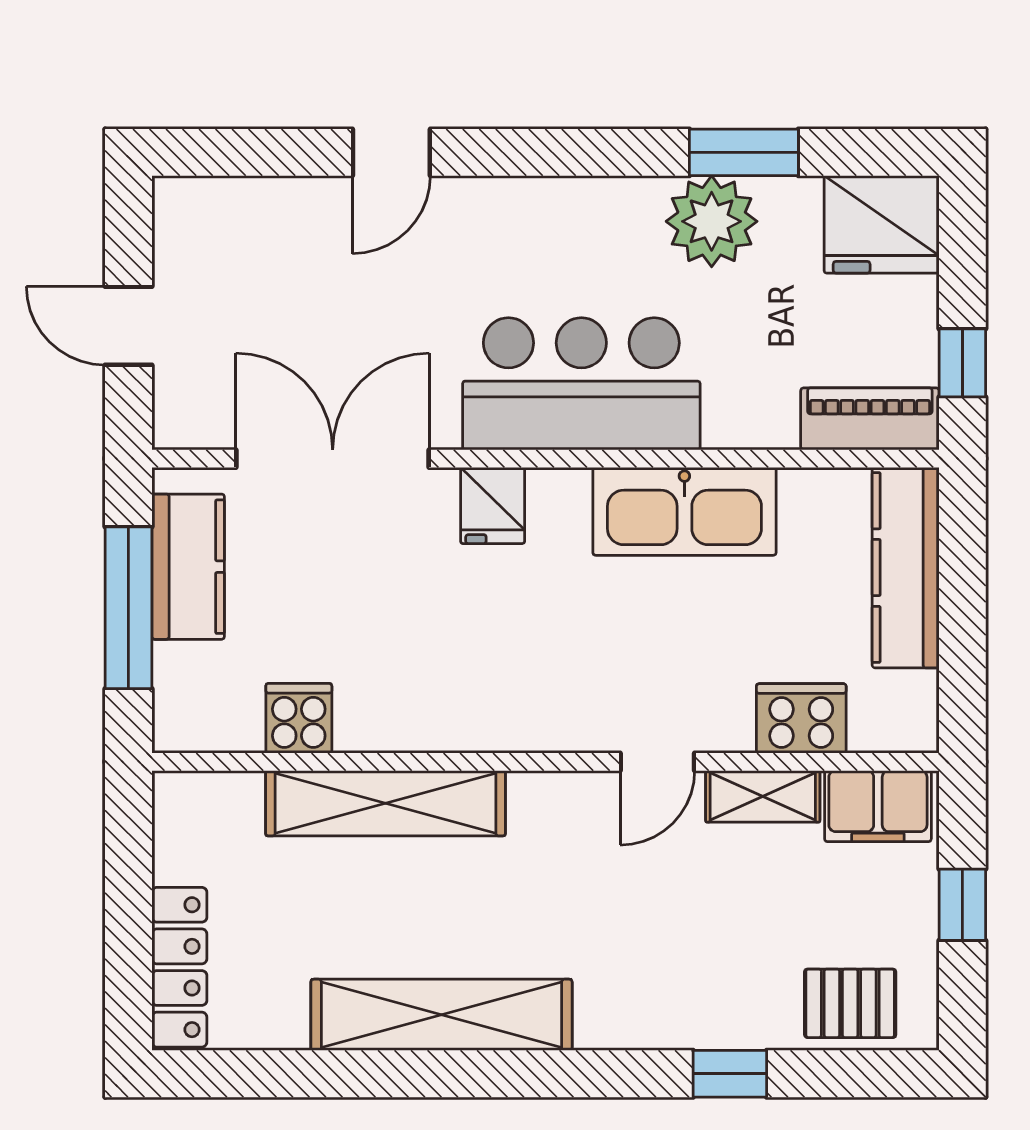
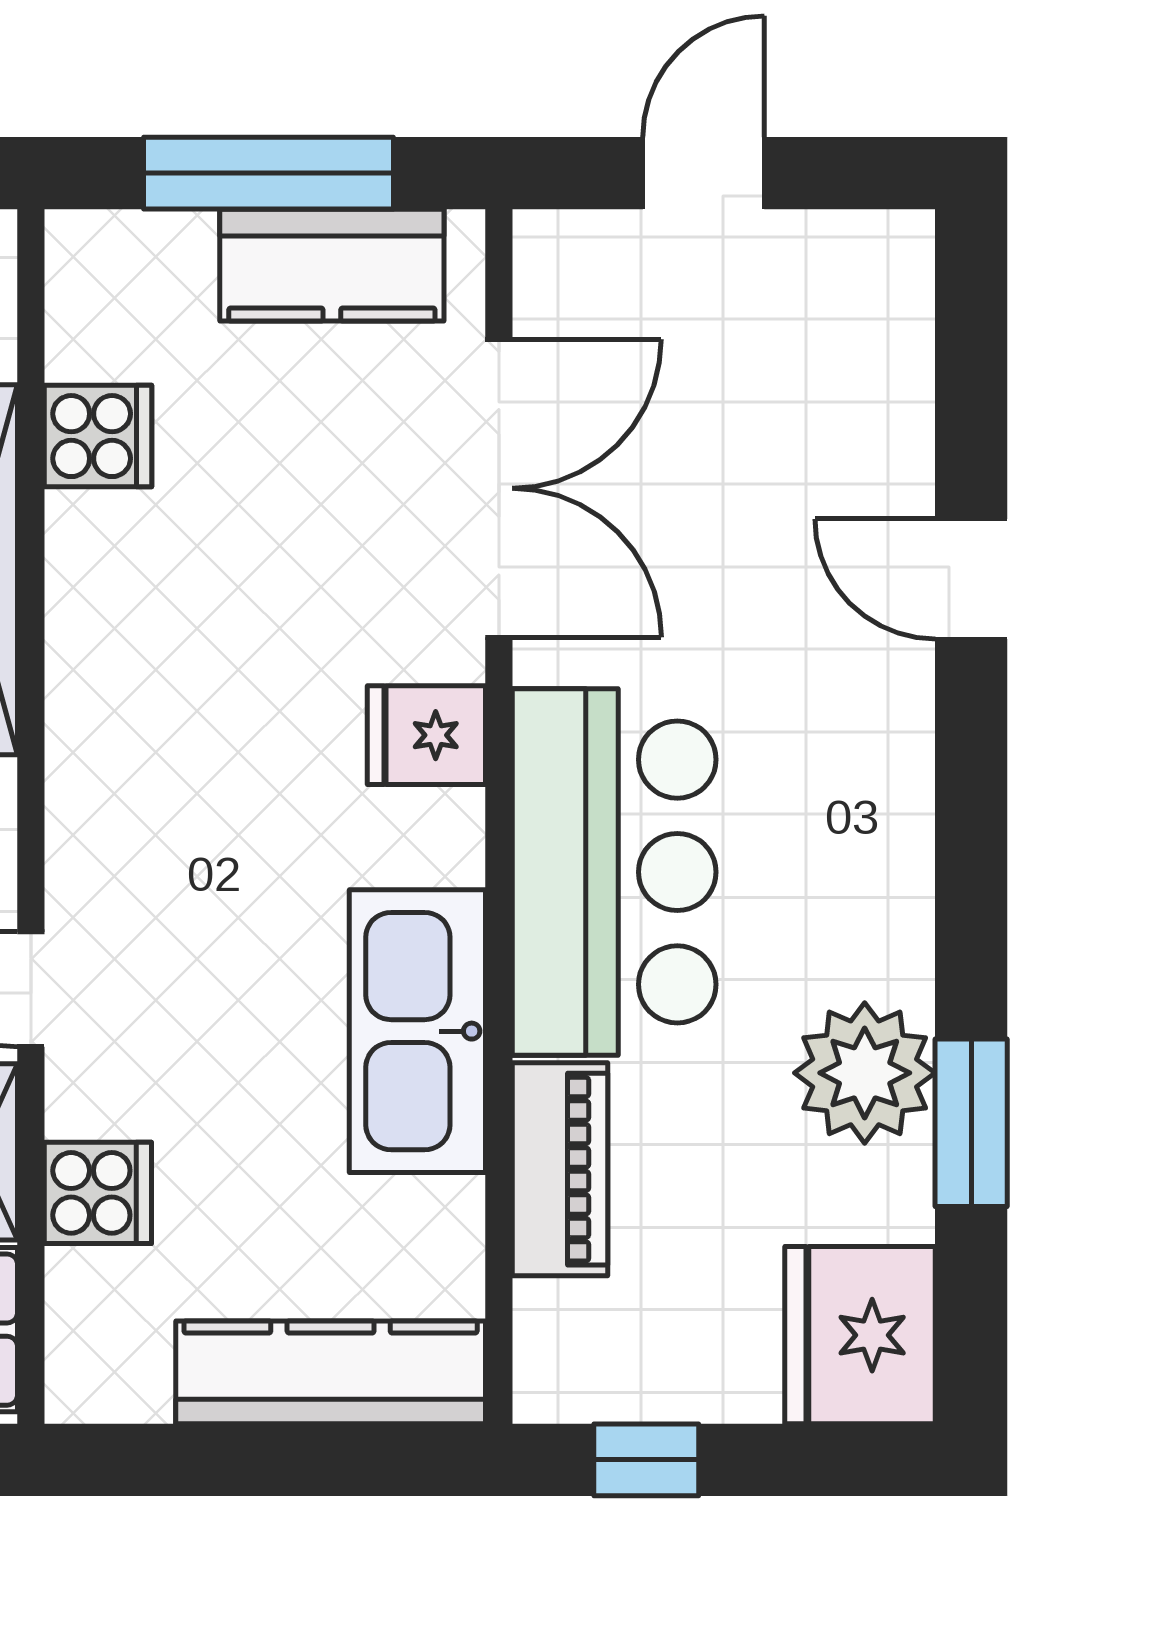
piano: (870, 419) -> (560, 1169), moved
cooker: (801, 718) -> (98, 1193), width x0.73

